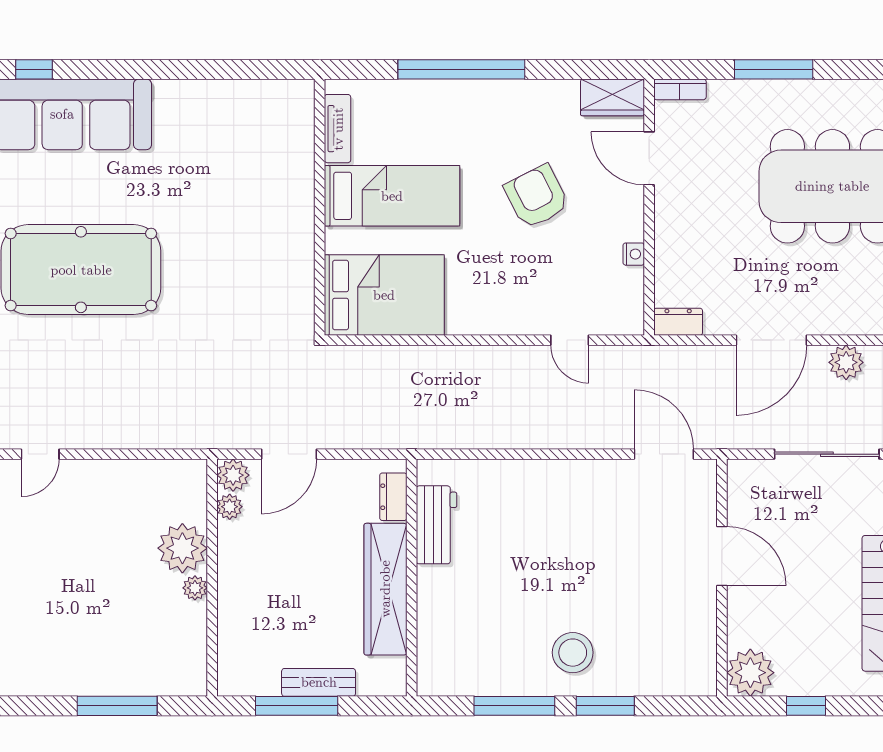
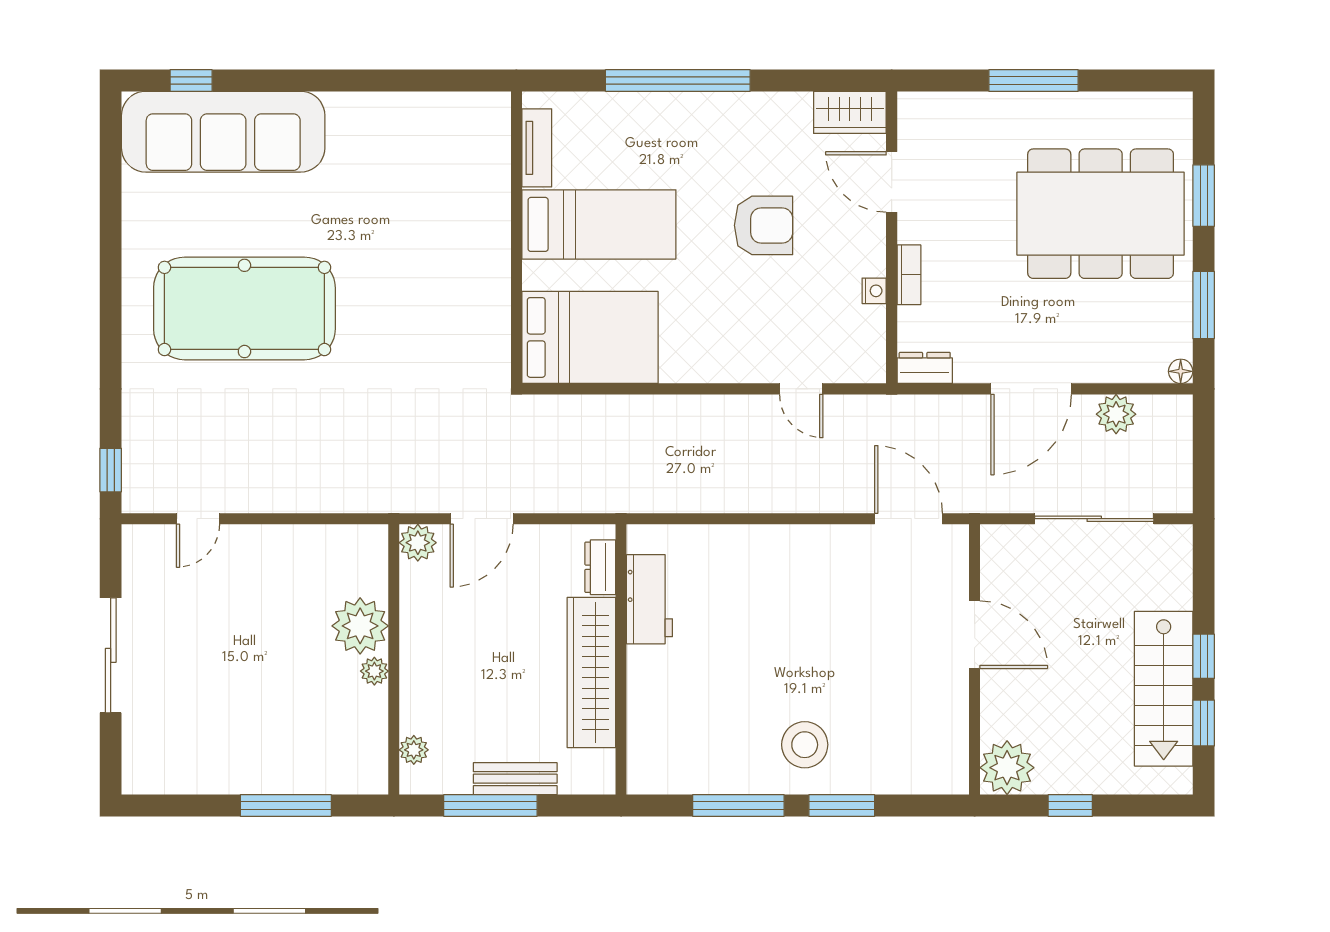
bookcase: (680, 89) -> (909, 275), moved, turned -90
armchair: (537, 197) -> (763, 225), turned 117
plant: (230, 507) -> (414, 750), moved

